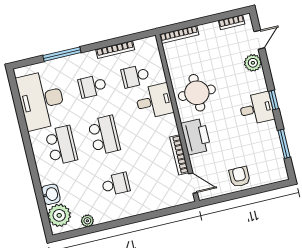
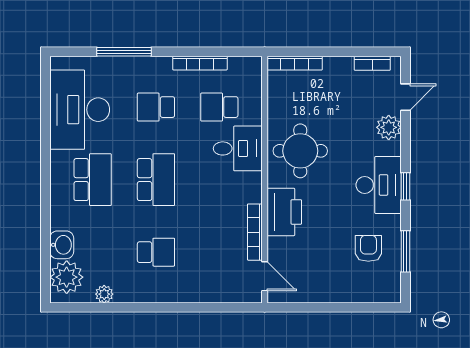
desk: (256, 109) -> (379, 185), width x1.37
armchair: (240, 177) -> (368, 248), moved

